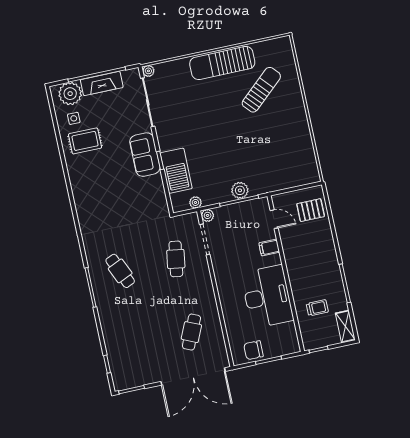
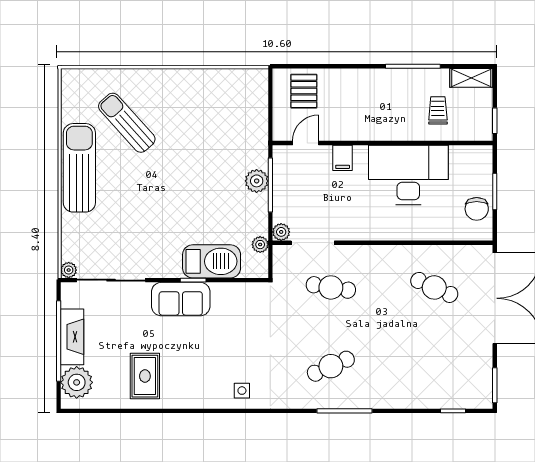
sun lounger: (222, 63) -> (79, 168), turned 180
side table: (74, 118) -> (242, 391), moved

